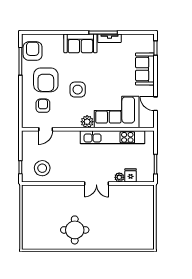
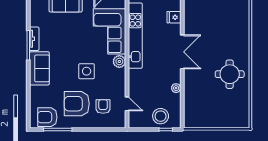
armchair: (46, 80) -> (77, 104), turned 180
armchair: (43, 106) -> (103, 107), turned 90
stool: (42, 168) -> (161, 116), moved
plant: (119, 177) -> (176, 88), moved
double door: (96, 183) -> (182, 52), width x1.37

